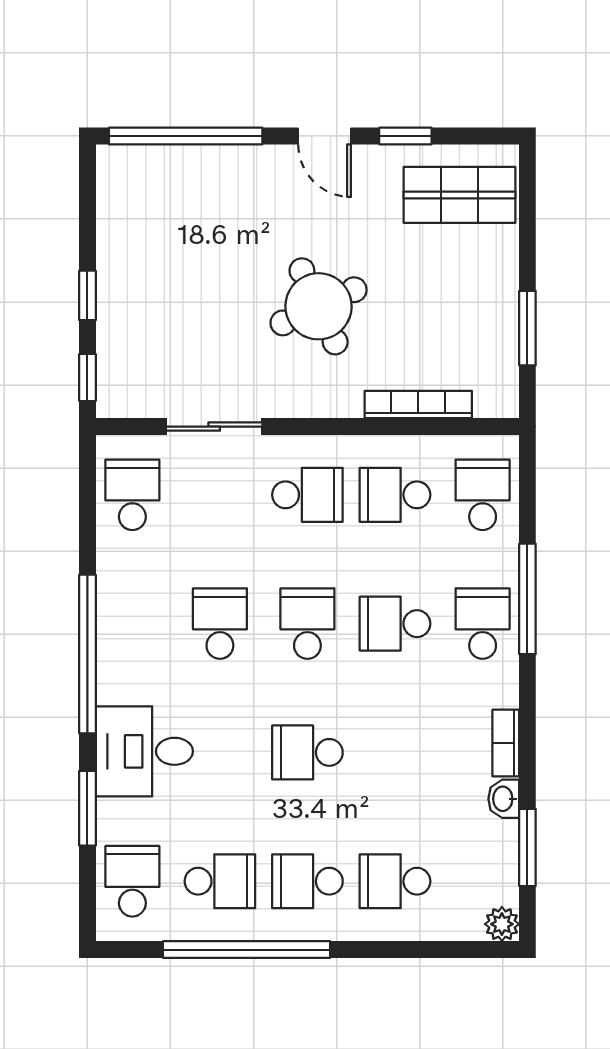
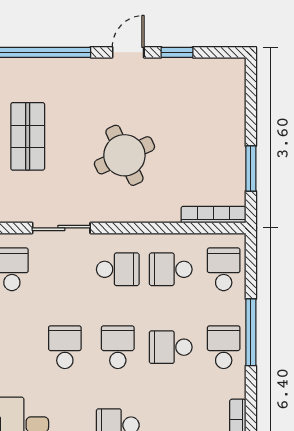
door: (325, 136) -> (128, 52), swing flipped
shop shelf: (460, 195) -> (28, 136), moved, turned 90
bookcase: (418, 405) -> (213, 215), moved

